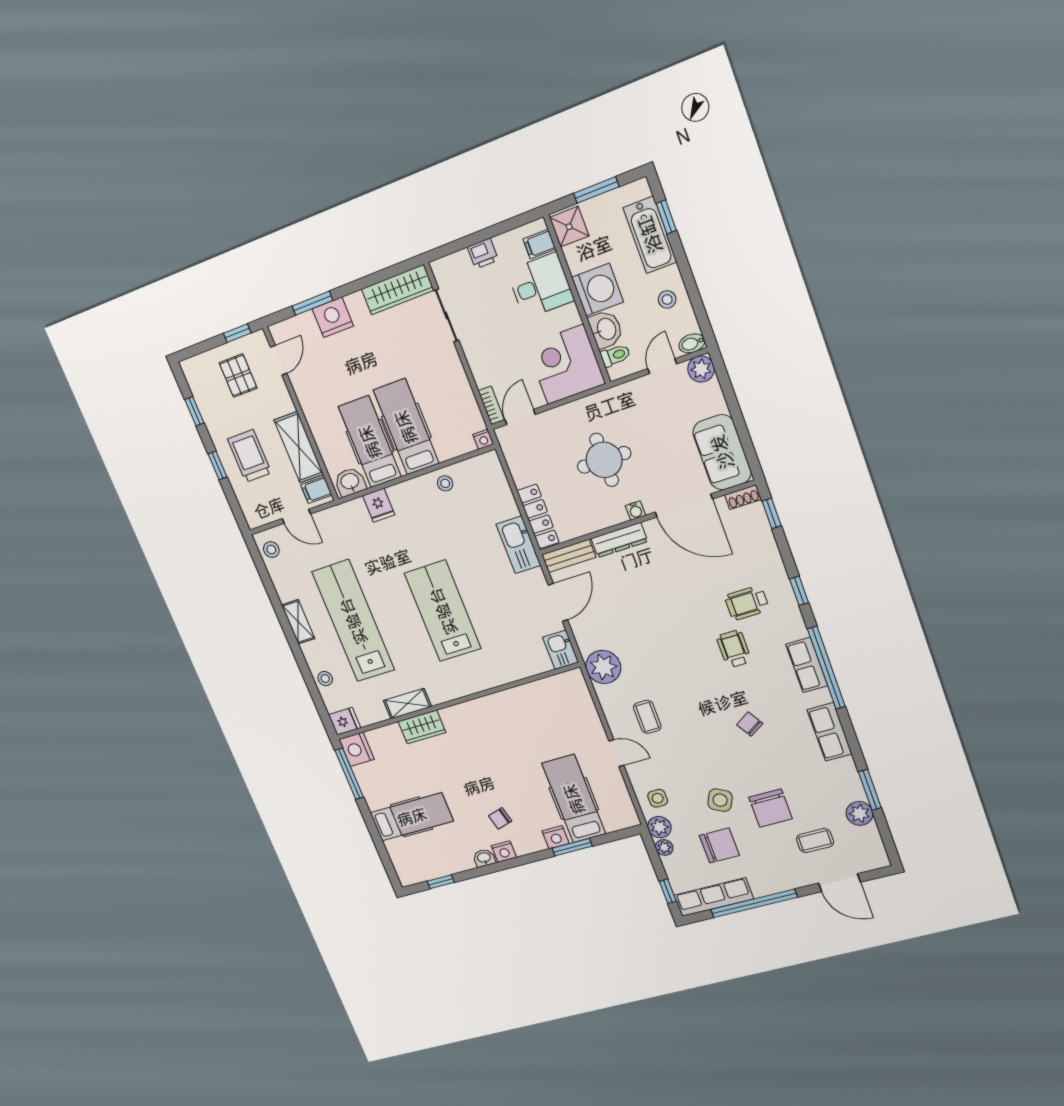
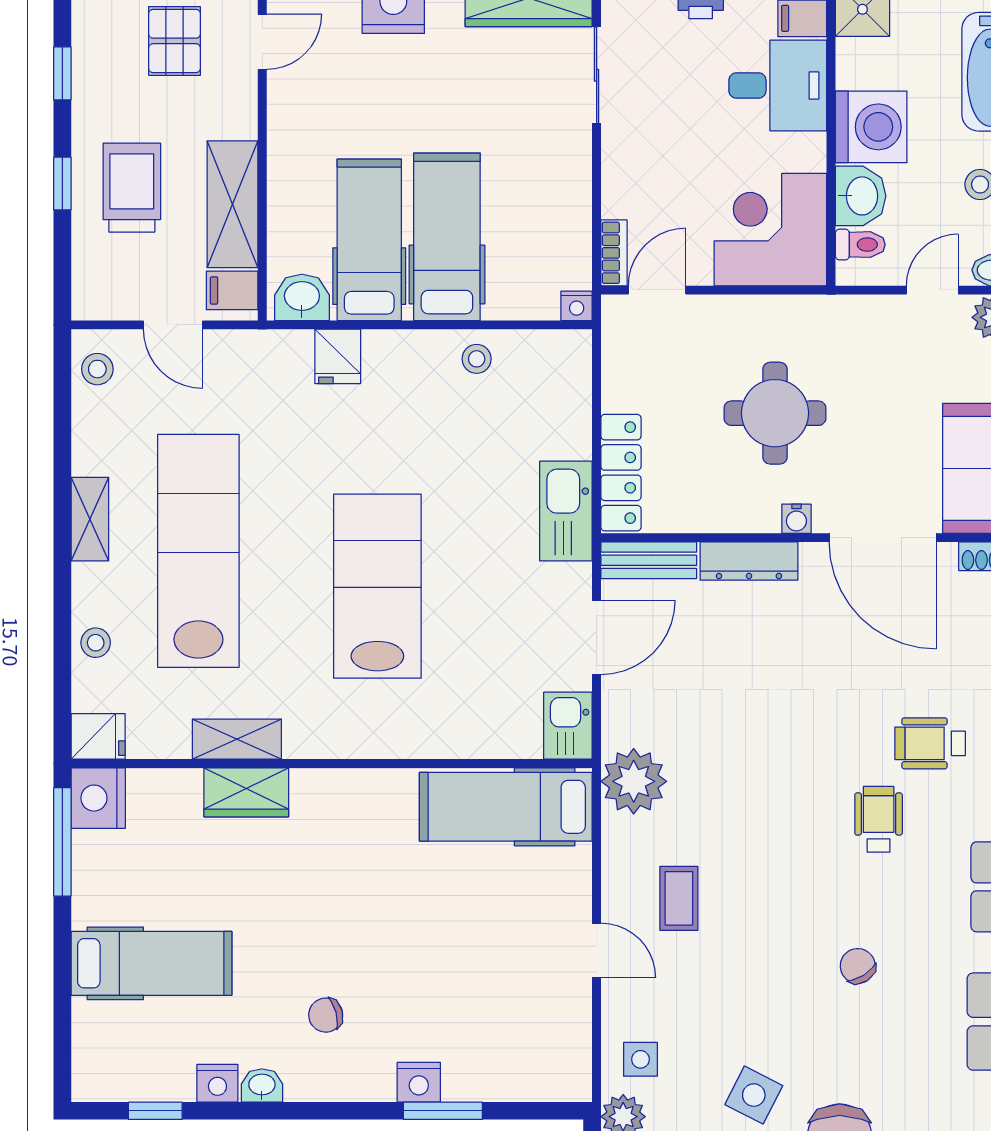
hospital bed: (574, 799) -> (506, 807), moved, turned -90
nightstand: (504, 852) -> (217, 1083), moved

